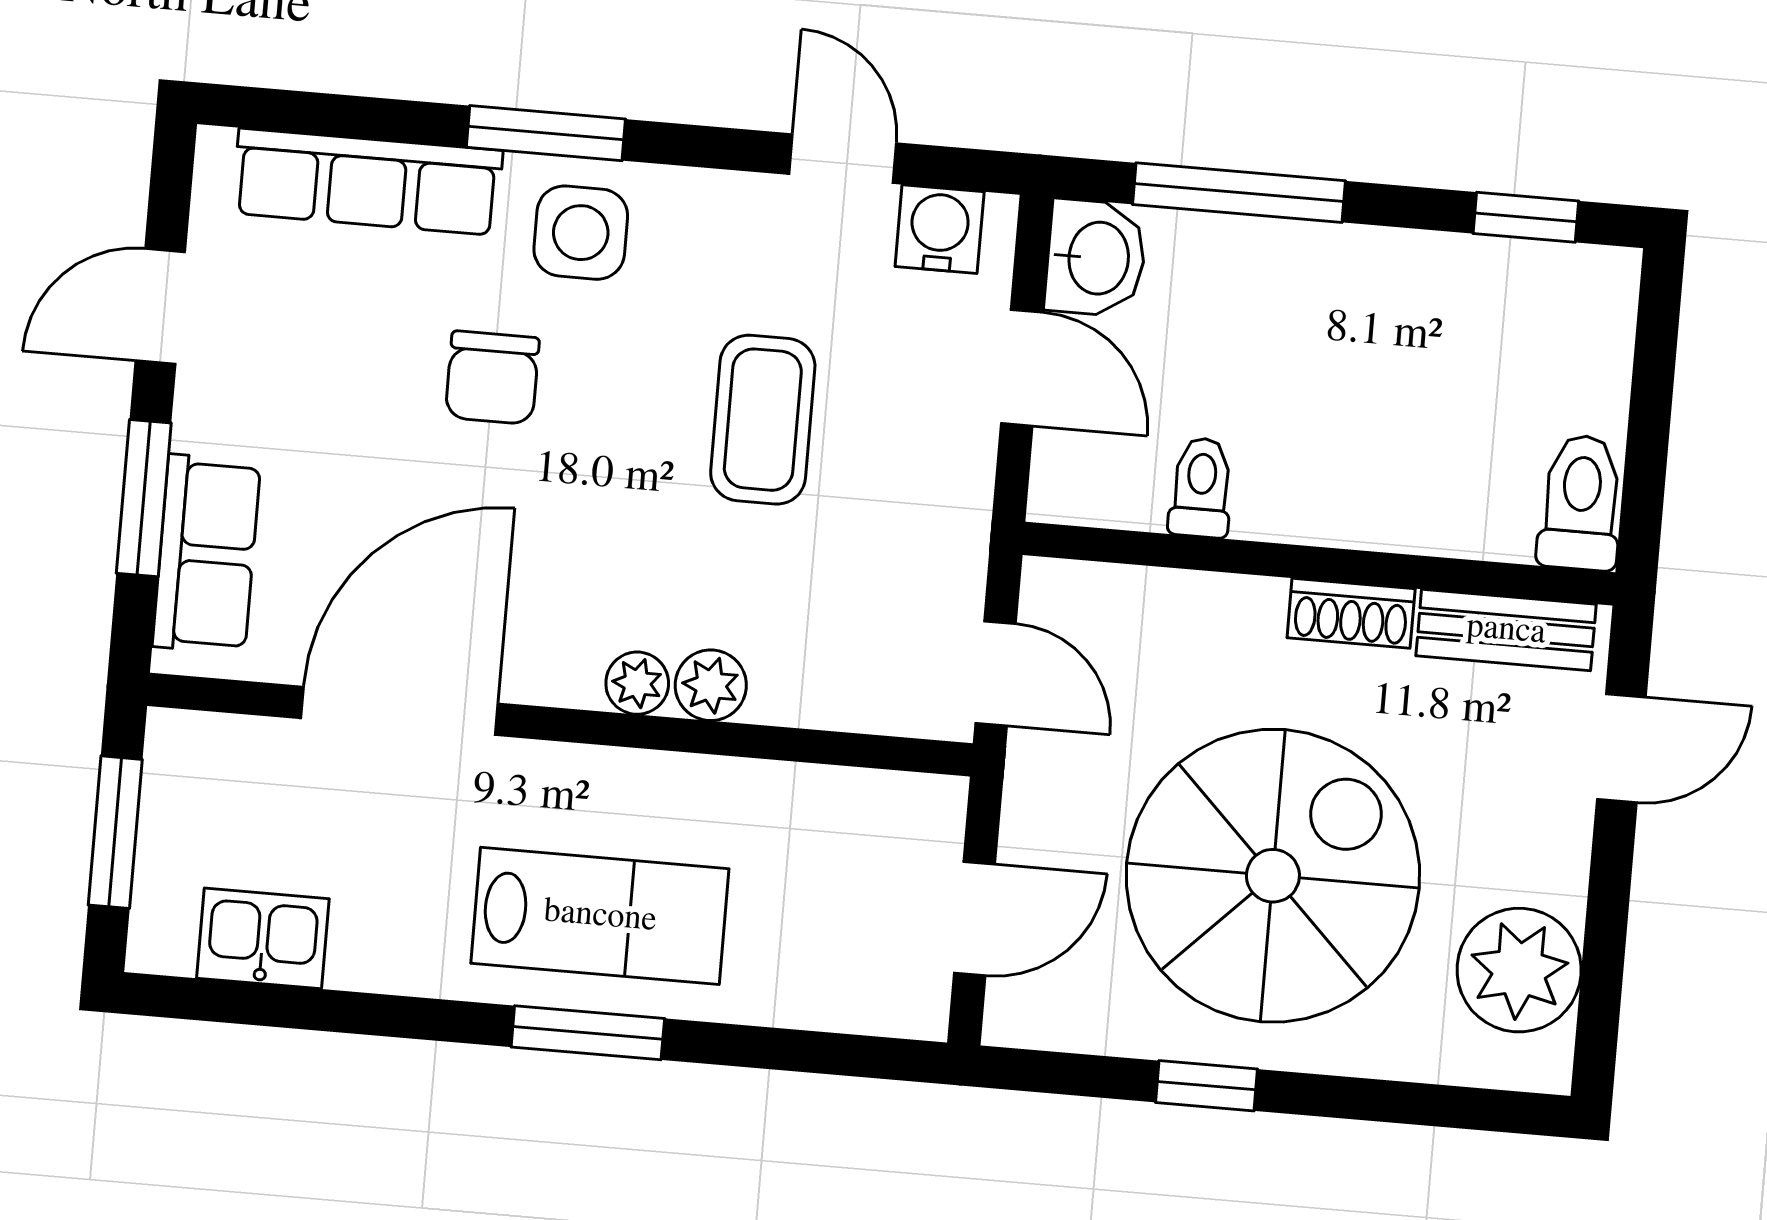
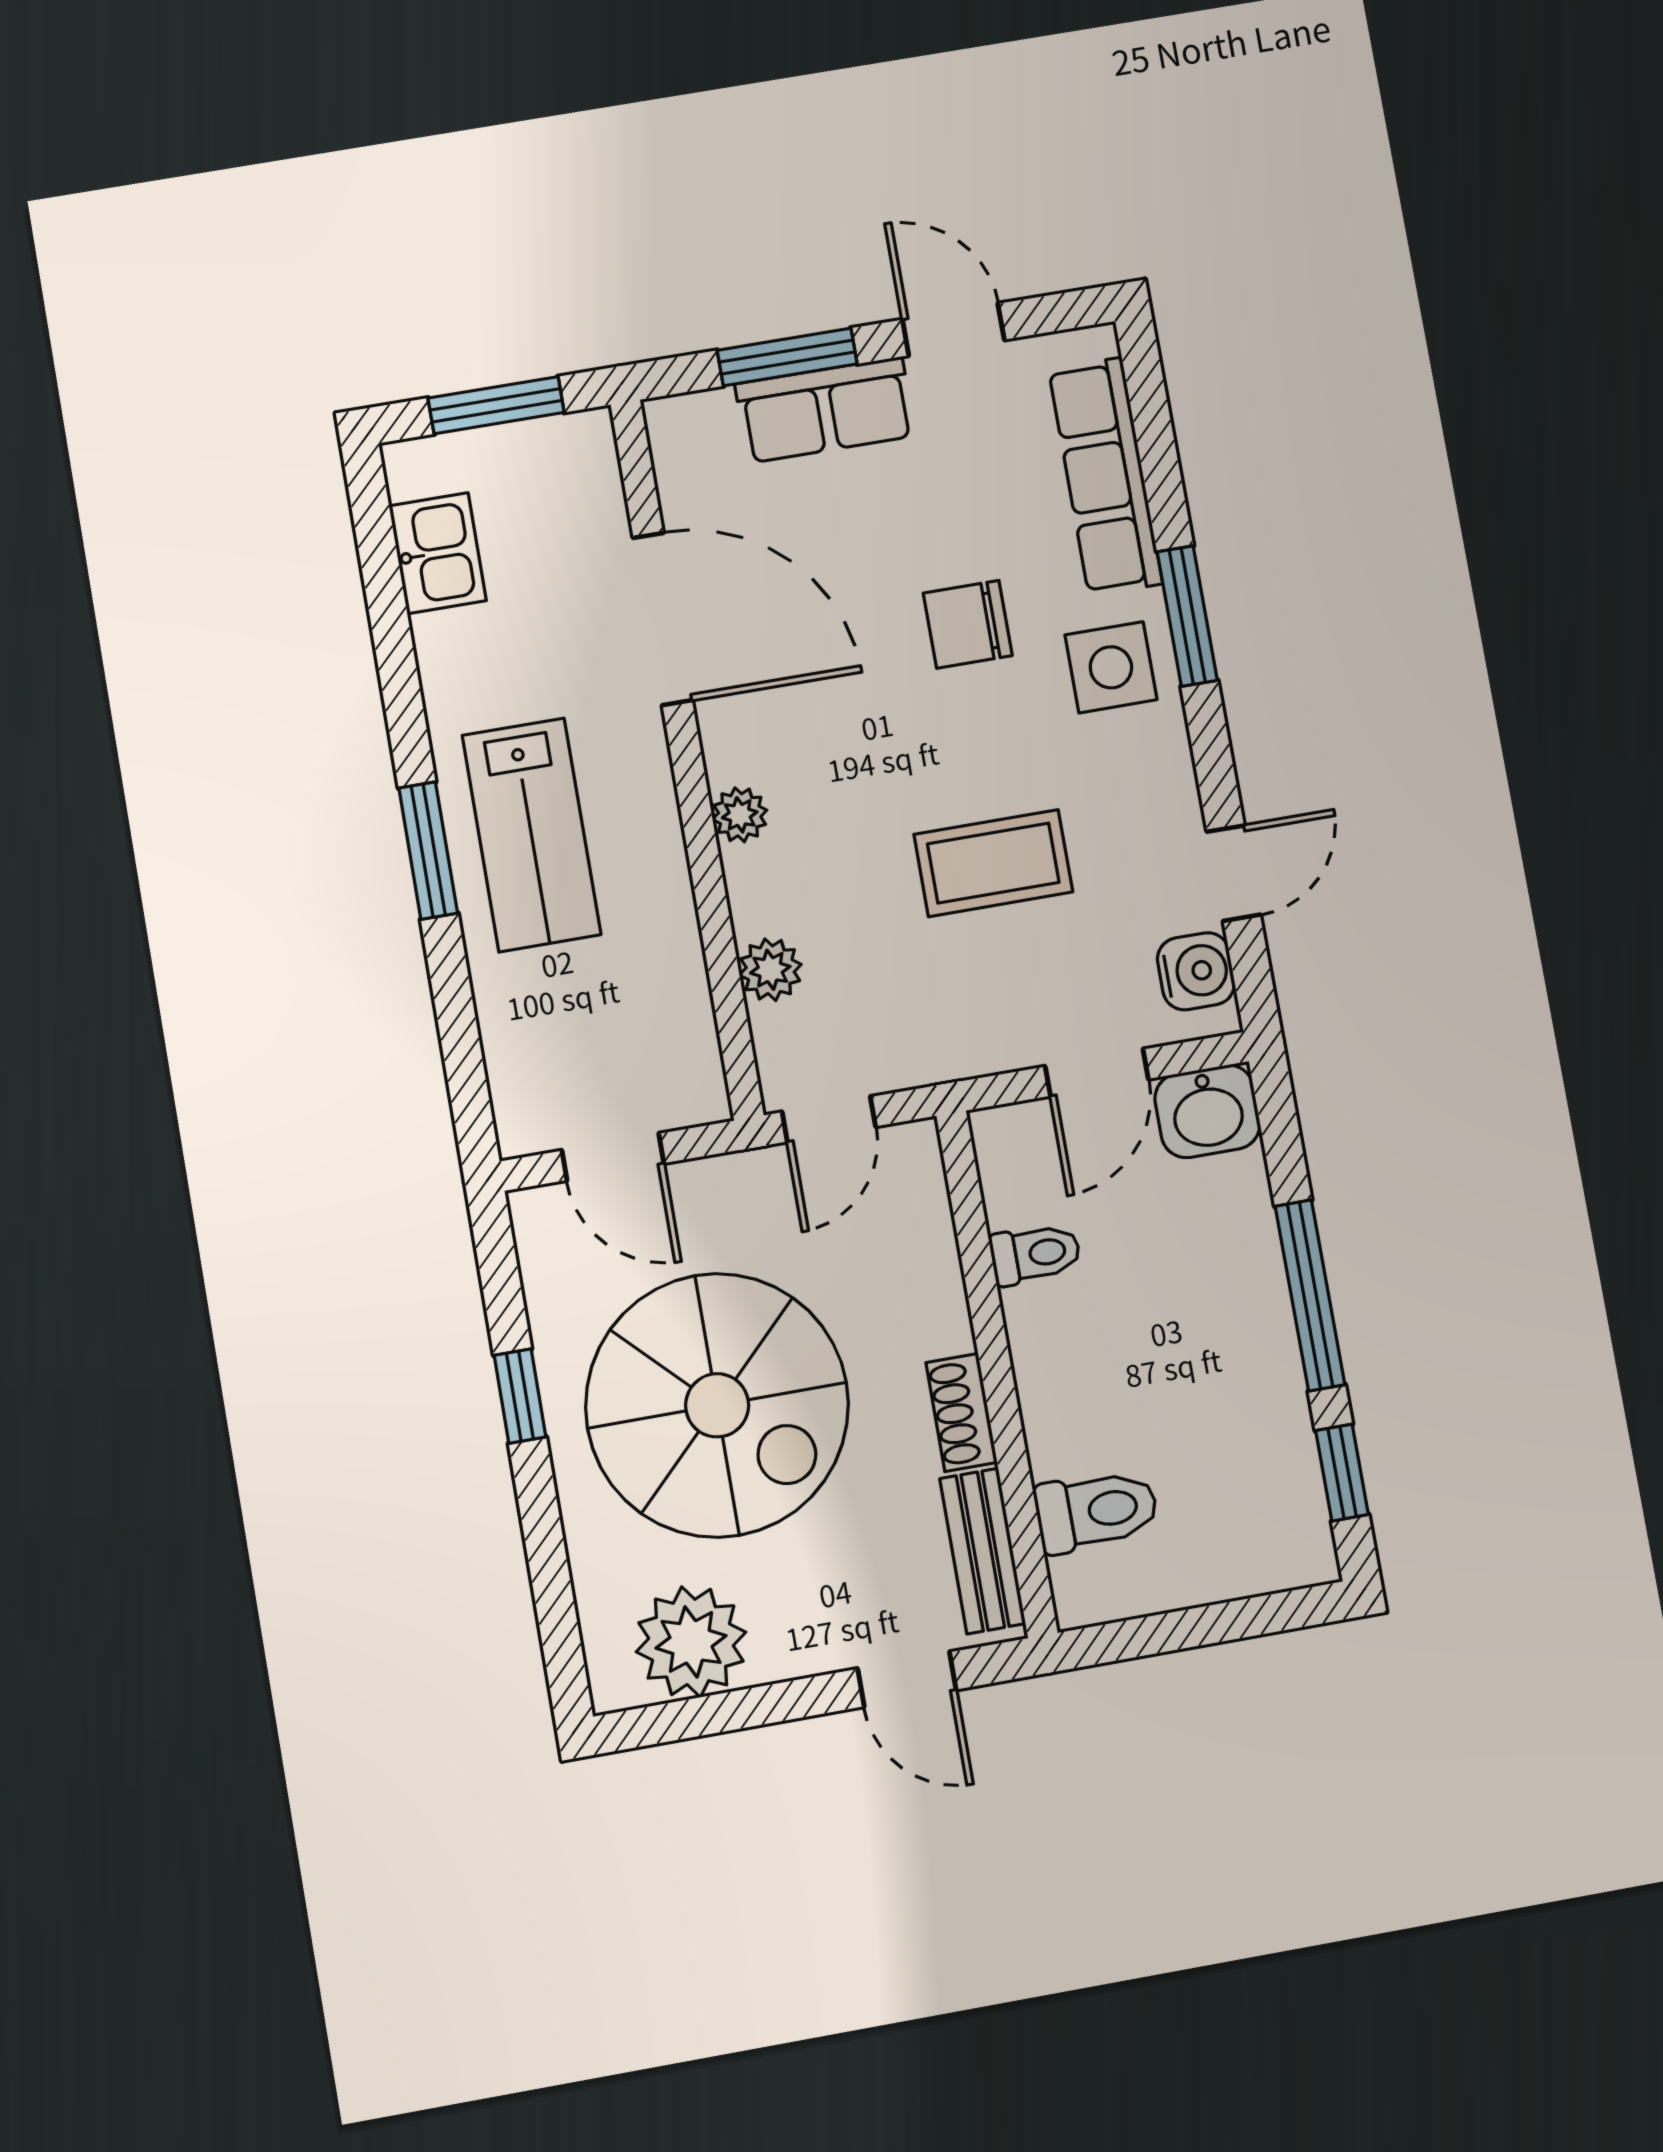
window: (1239, 193) -> (1310, 1295), moved
toilet: (1581, 503) -> (1096, 1511), moved
row of seats: (207, 554) -> (825, 410), moved
plant: (711, 685) -> (770, 970), moved

